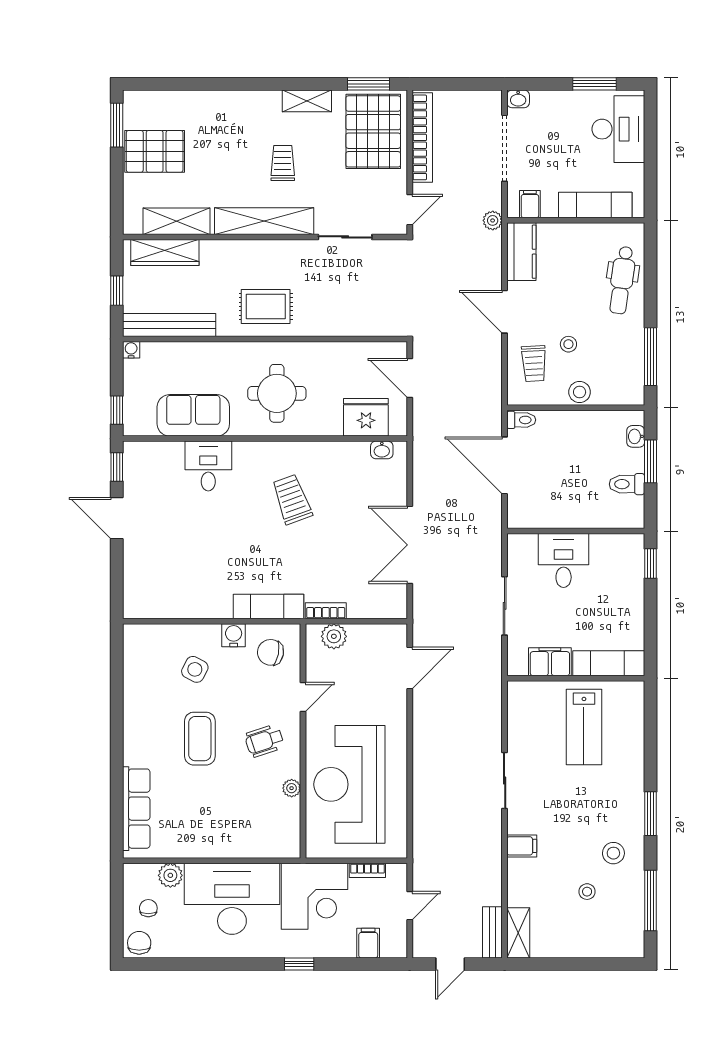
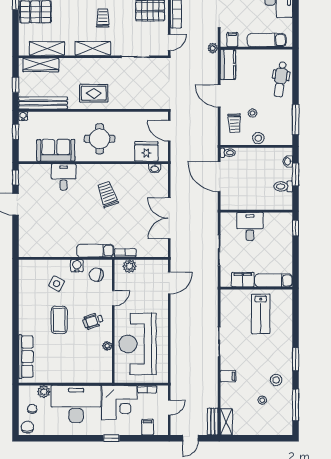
shelving: (264, 221) -> (93, 48), width x0.68
window: (117, 410) -> (16, 132), moved

